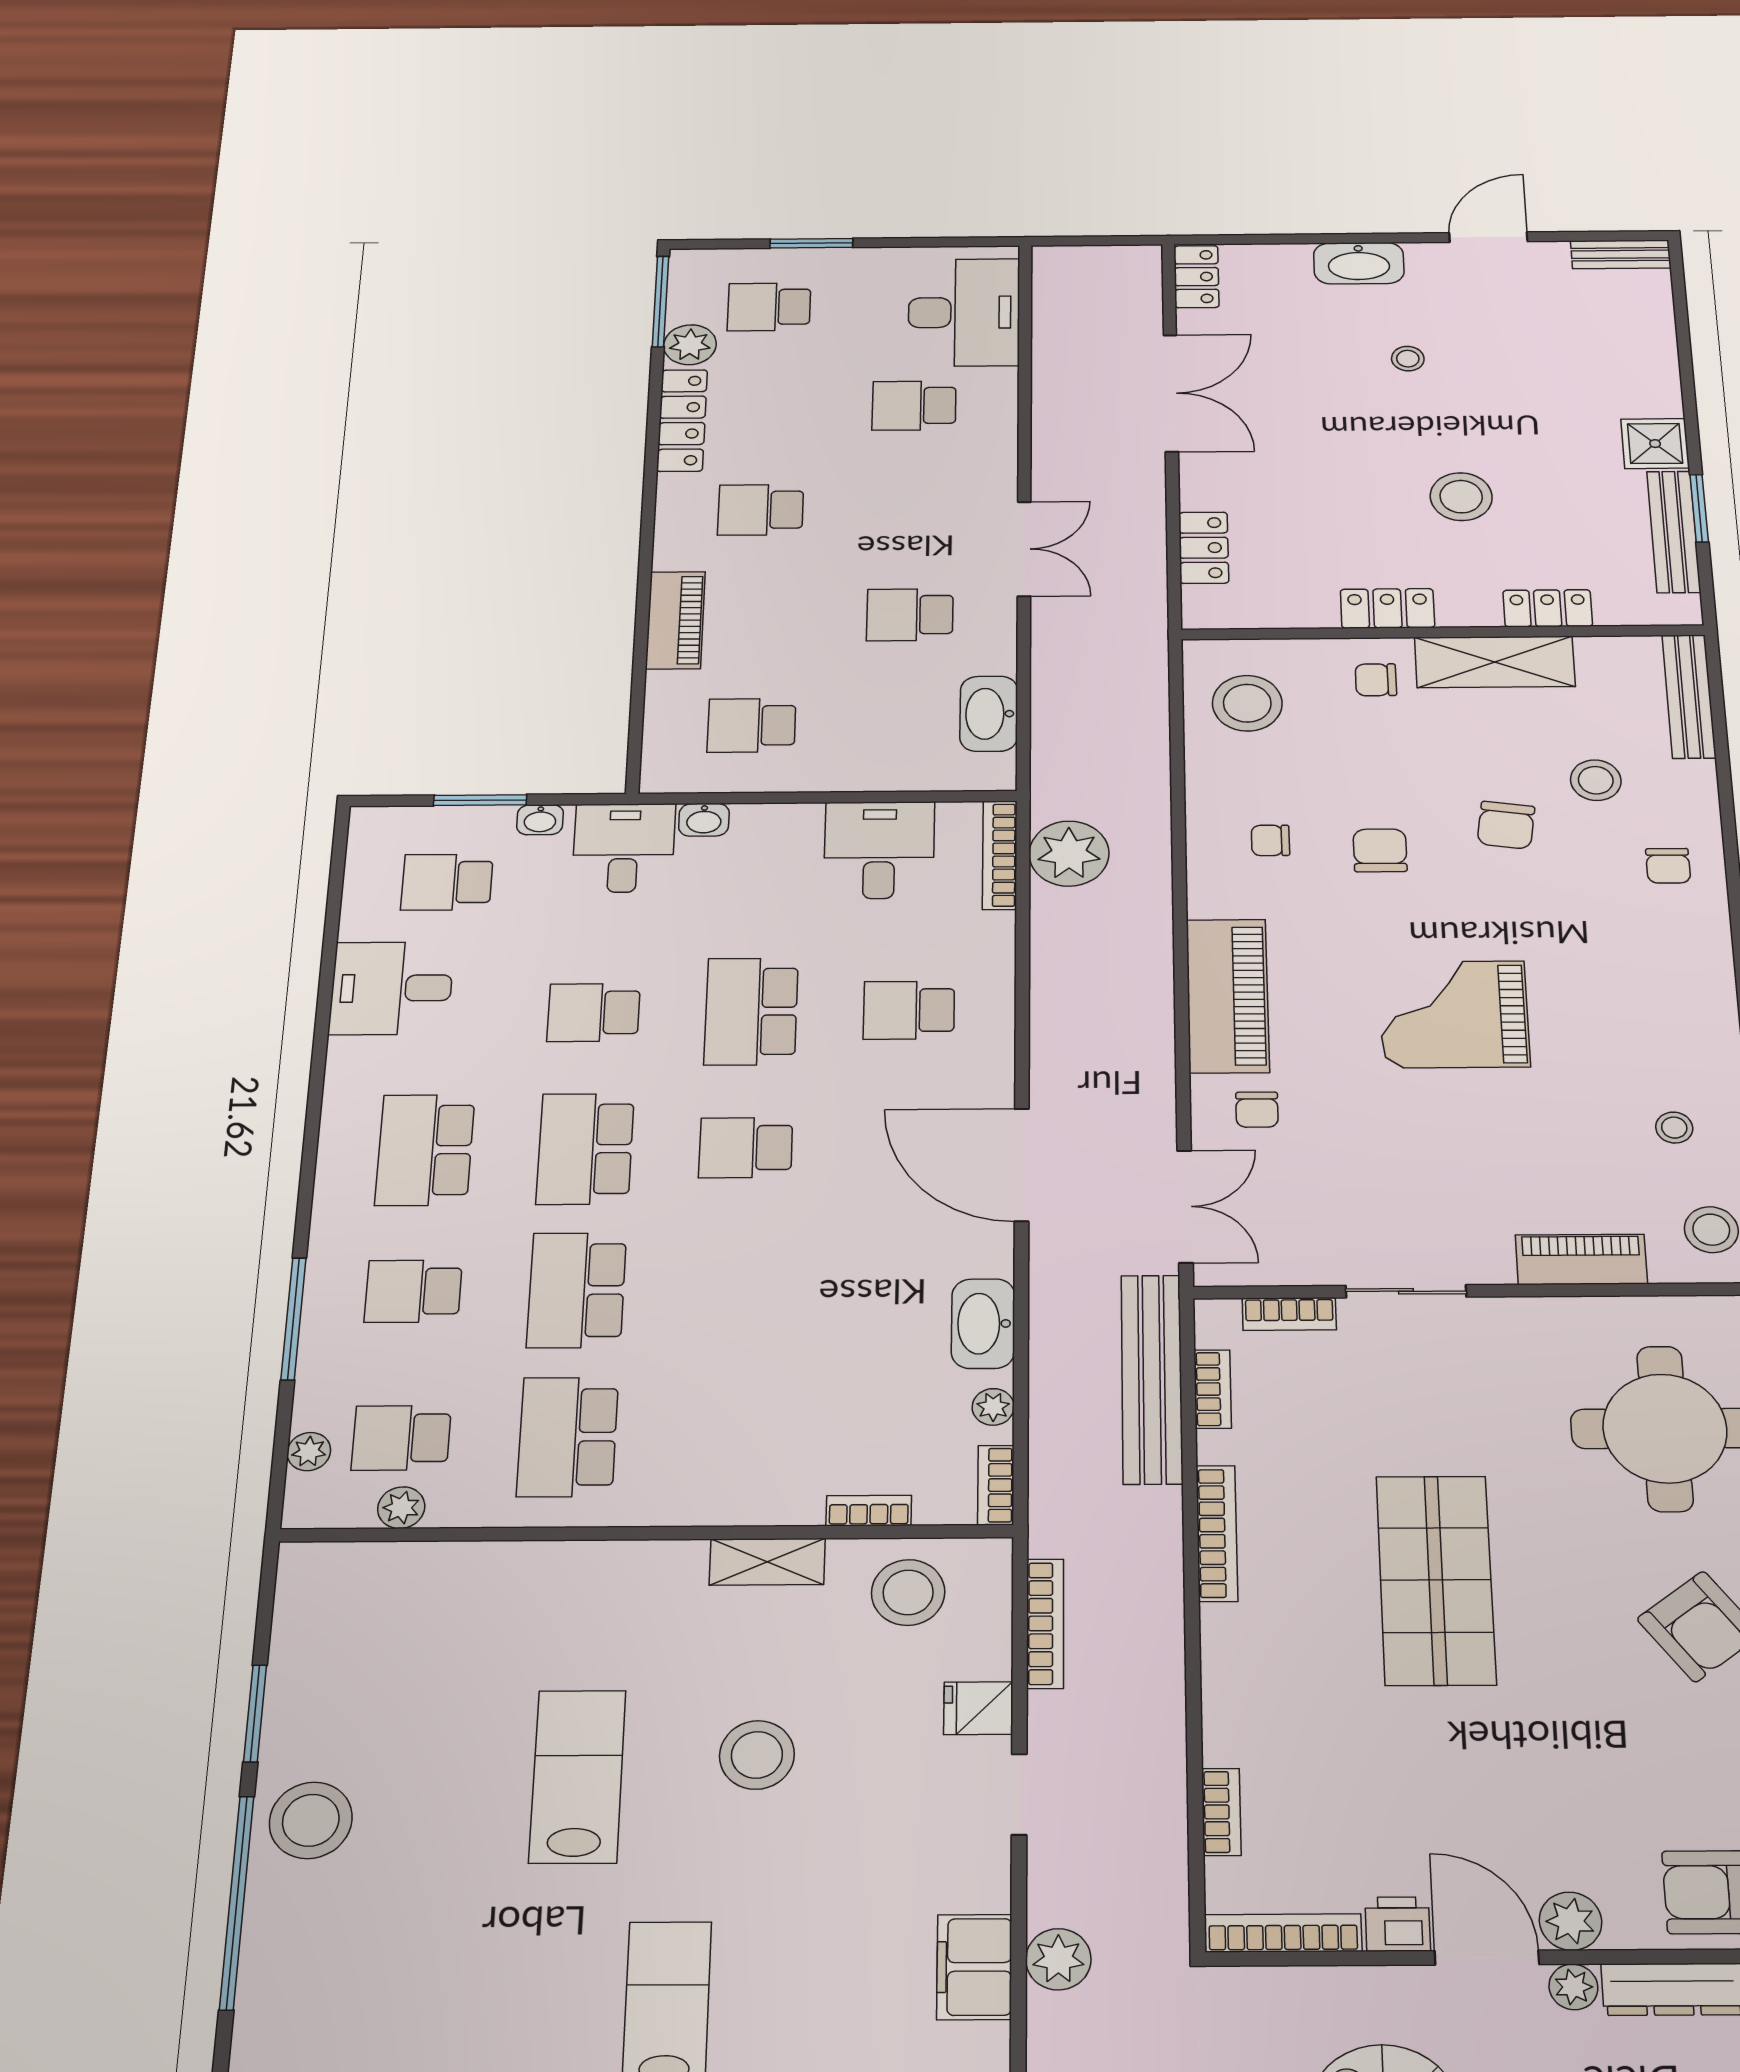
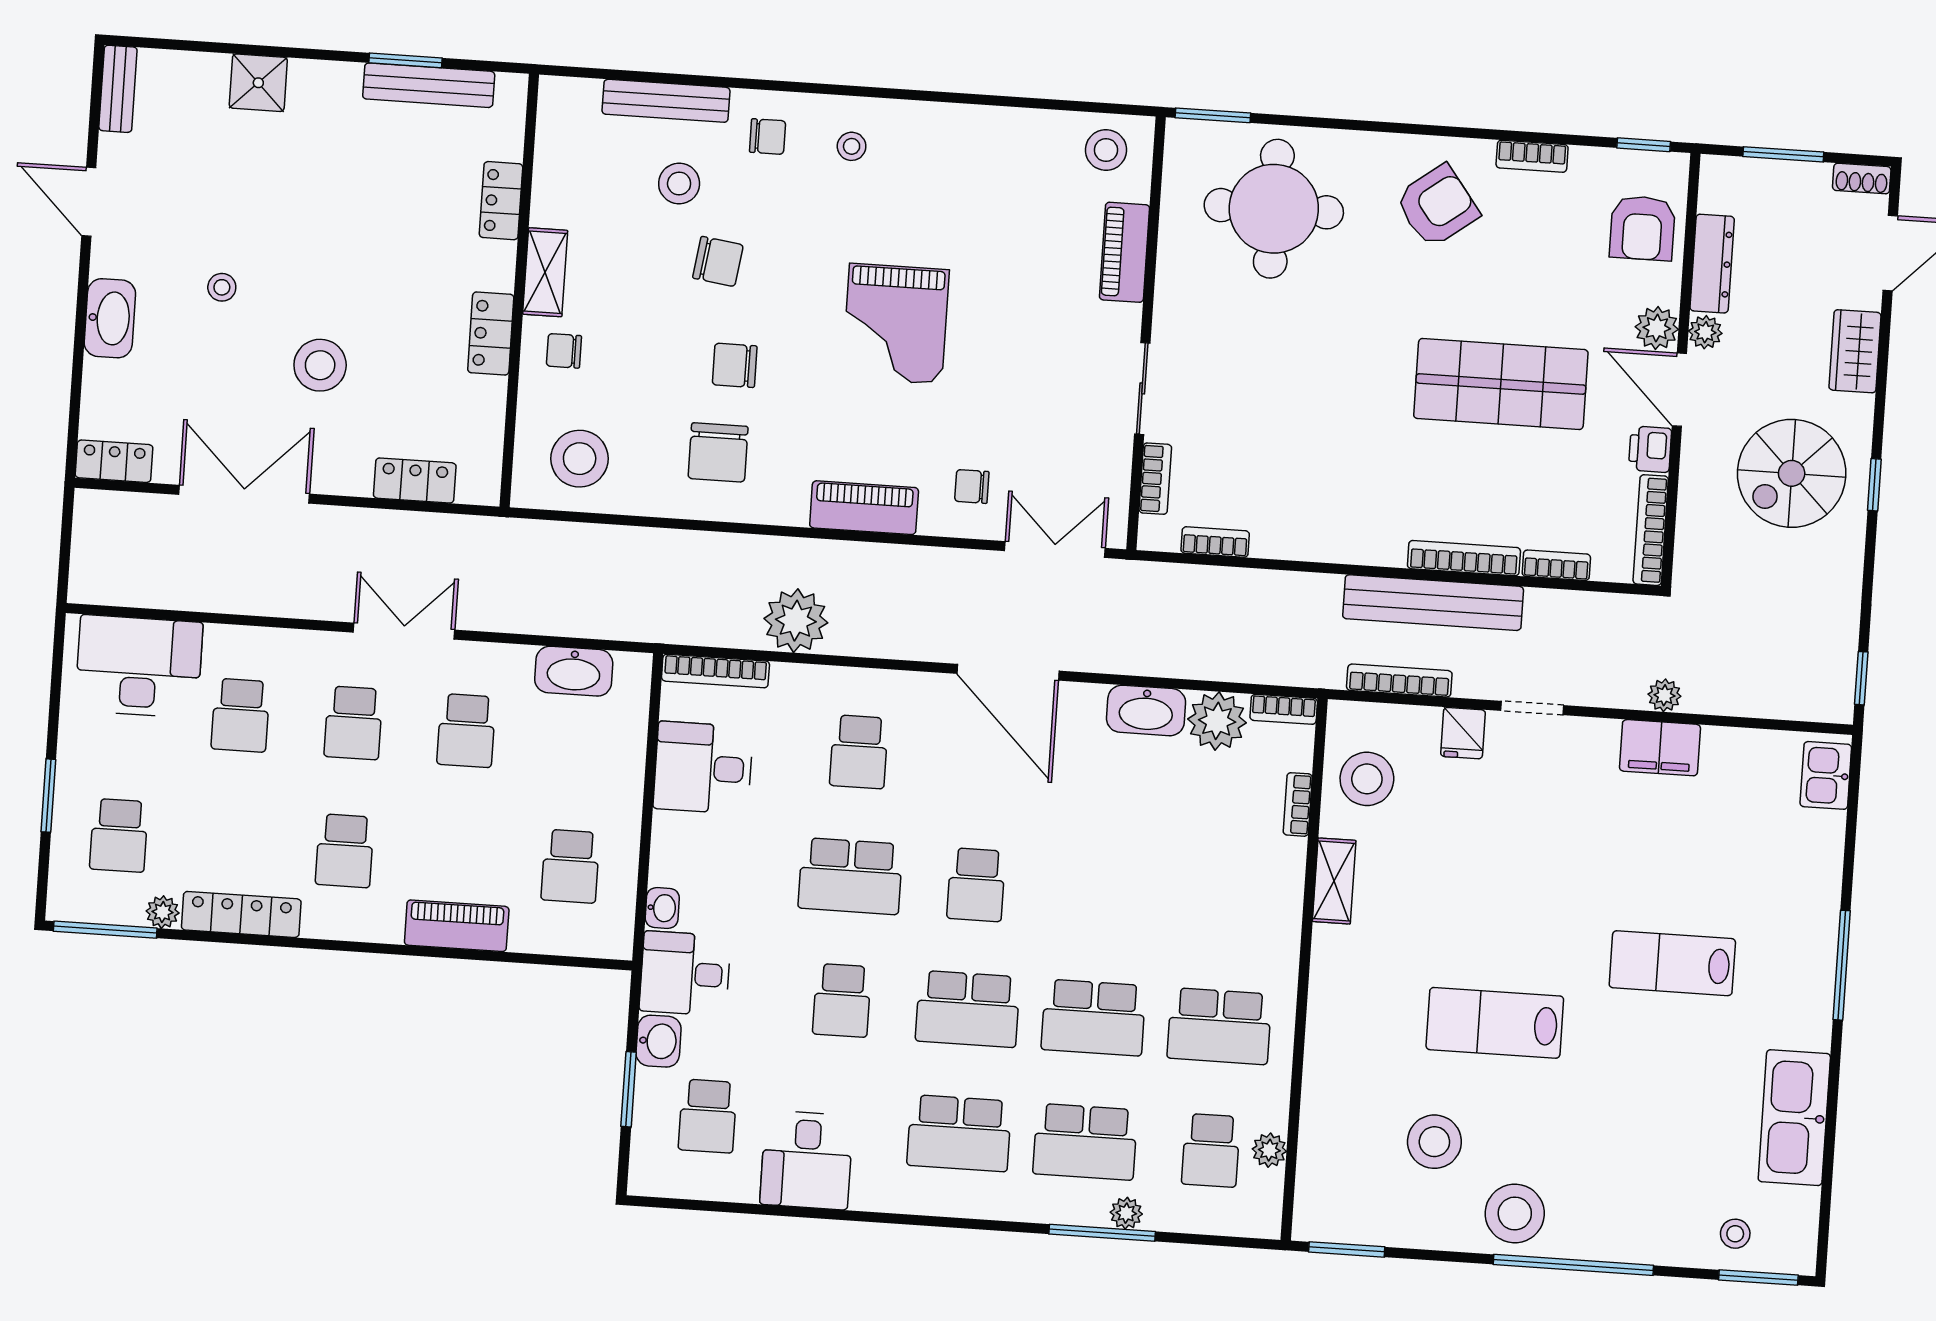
plant: (690, 345) -> (163, 912), width x0.73, depth x0.73
shower: (1655, 444) -> (258, 83), moved
stool: (1461, 497) -> (320, 365), moved
school desk: (912, 509) -> (353, 723), added
shelving: (1495, 662) -> (545, 272), width x0.67, depth x0.75
chair: (1376, 680) -> (564, 351), turned 90
bench: (1689, 696) -> (666, 101), moved
washbasin: (540, 820) -> (659, 1041), width x1.38, depth x1.45
chair: (1270, 840) -> (718, 452), width x1.87, depth x1.87
plant: (1069, 854) -> (796, 621), moved
piano: (1228, 996) -> (864, 508), width x0.73, depth x0.75
chair: (1257, 1110) -> (972, 486), turned 180
stool: (1674, 1128) -> (852, 146), moved
door: (1022, 1165) -> (1008, 672), hinge flipped
school desk: (413, 1291) -> (1085, 1142), width x1.85
bench: (1152, 1379) -> (1433, 603), moved
plant: (993, 1407) -> (1217, 721), width x1.88, depth x1.88
plant: (309, 1452) -> (1126, 1213), moved
bookcase: (1217, 1533) -> (1464, 558), moved
shop shelf: (1436, 1580) -> (1501, 384), moved
window: (255, 1713) -> (1347, 1249), moved
stool: (757, 1755) -> (1434, 1142), moved
door: (1487, 1958) -> (1679, 390), hinge flipped
plant: (1058, 1959) -> (1664, 695), width x0.73, depth x0.73

